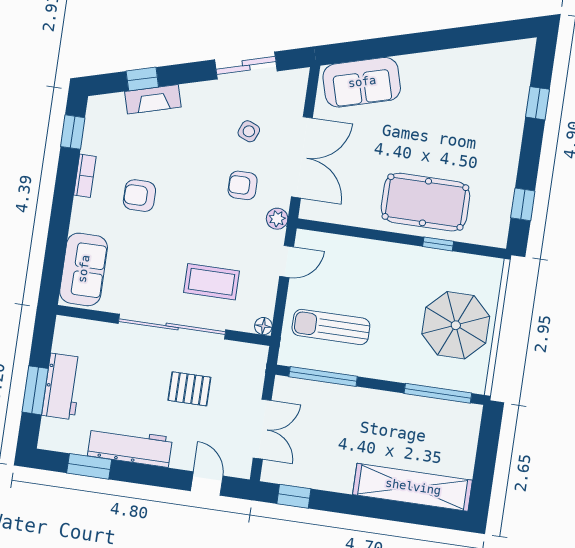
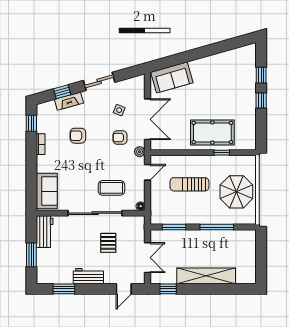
sliding door: (246, 65) -> (99, 81), moved
armchair: (139, 196) -> (78, 136), moved
window: (523, 204) -> (261, 101), moved
sun lounger: (331, 327) -> (189, 184), moved
window: (323, 376) -> (174, 227), width x0.69
workbench: (62, 386) -> (45, 232), moved
pallet: (189, 389) -> (108, 243), turned 90
window: (438, 393) -> (217, 227), moved
workbench: (130, 447) -> (88, 276), width x0.73
door: (207, 483) -> (124, 289), swing flipped
shelving: (413, 487) -> (206, 276), moved

